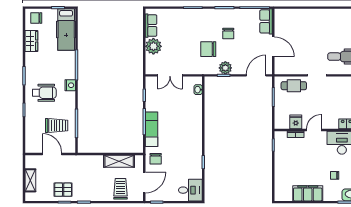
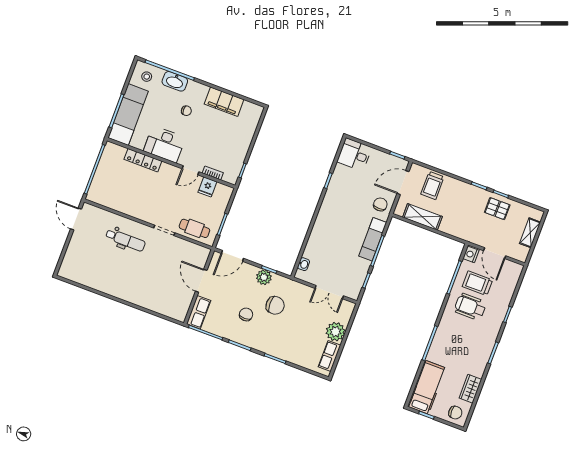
double door: (170, 75) -> (329, 292), swing flipped
nightstand: (70, 85) -> (471, 254), moved
wheelchair: (44, 93) -> (470, 307), moved

